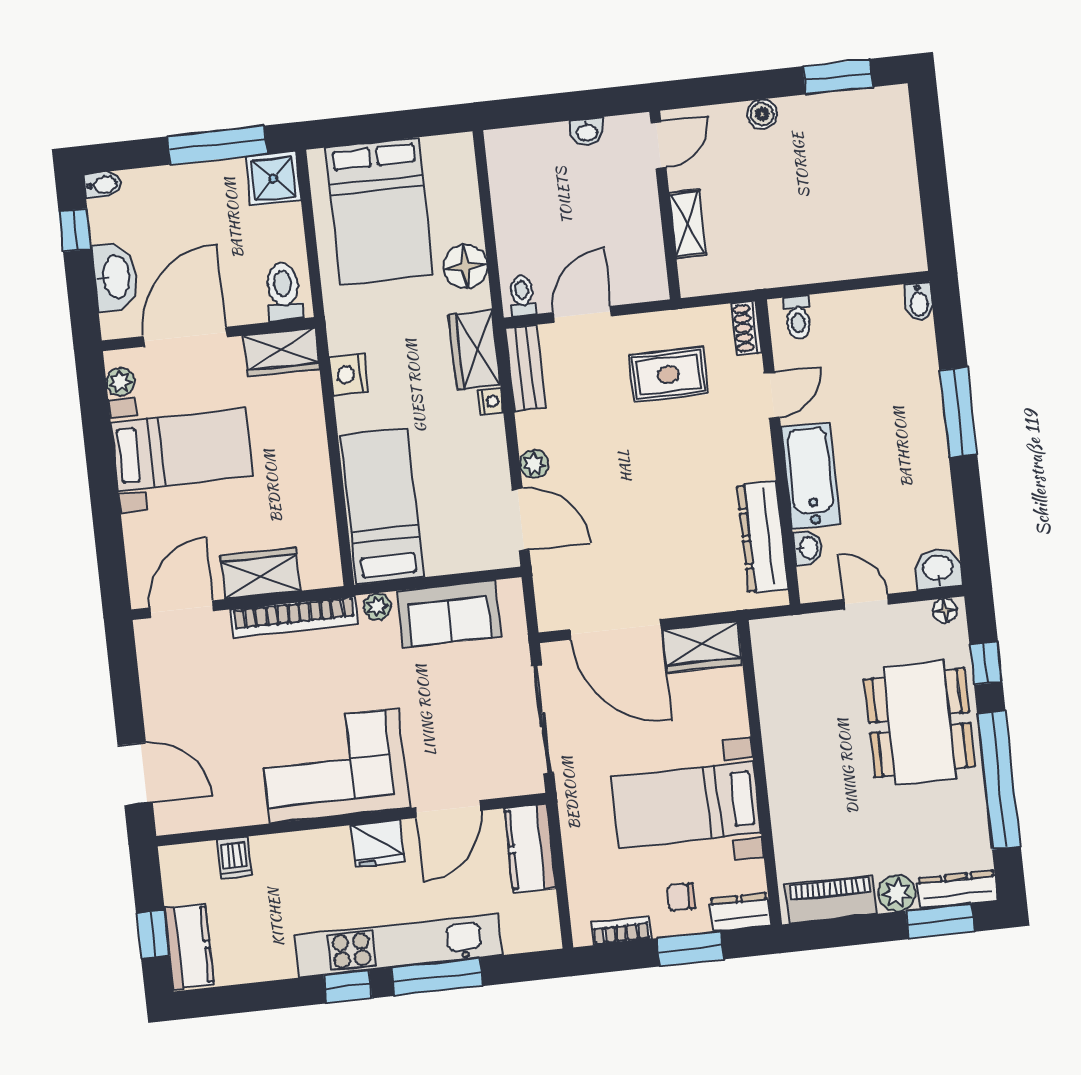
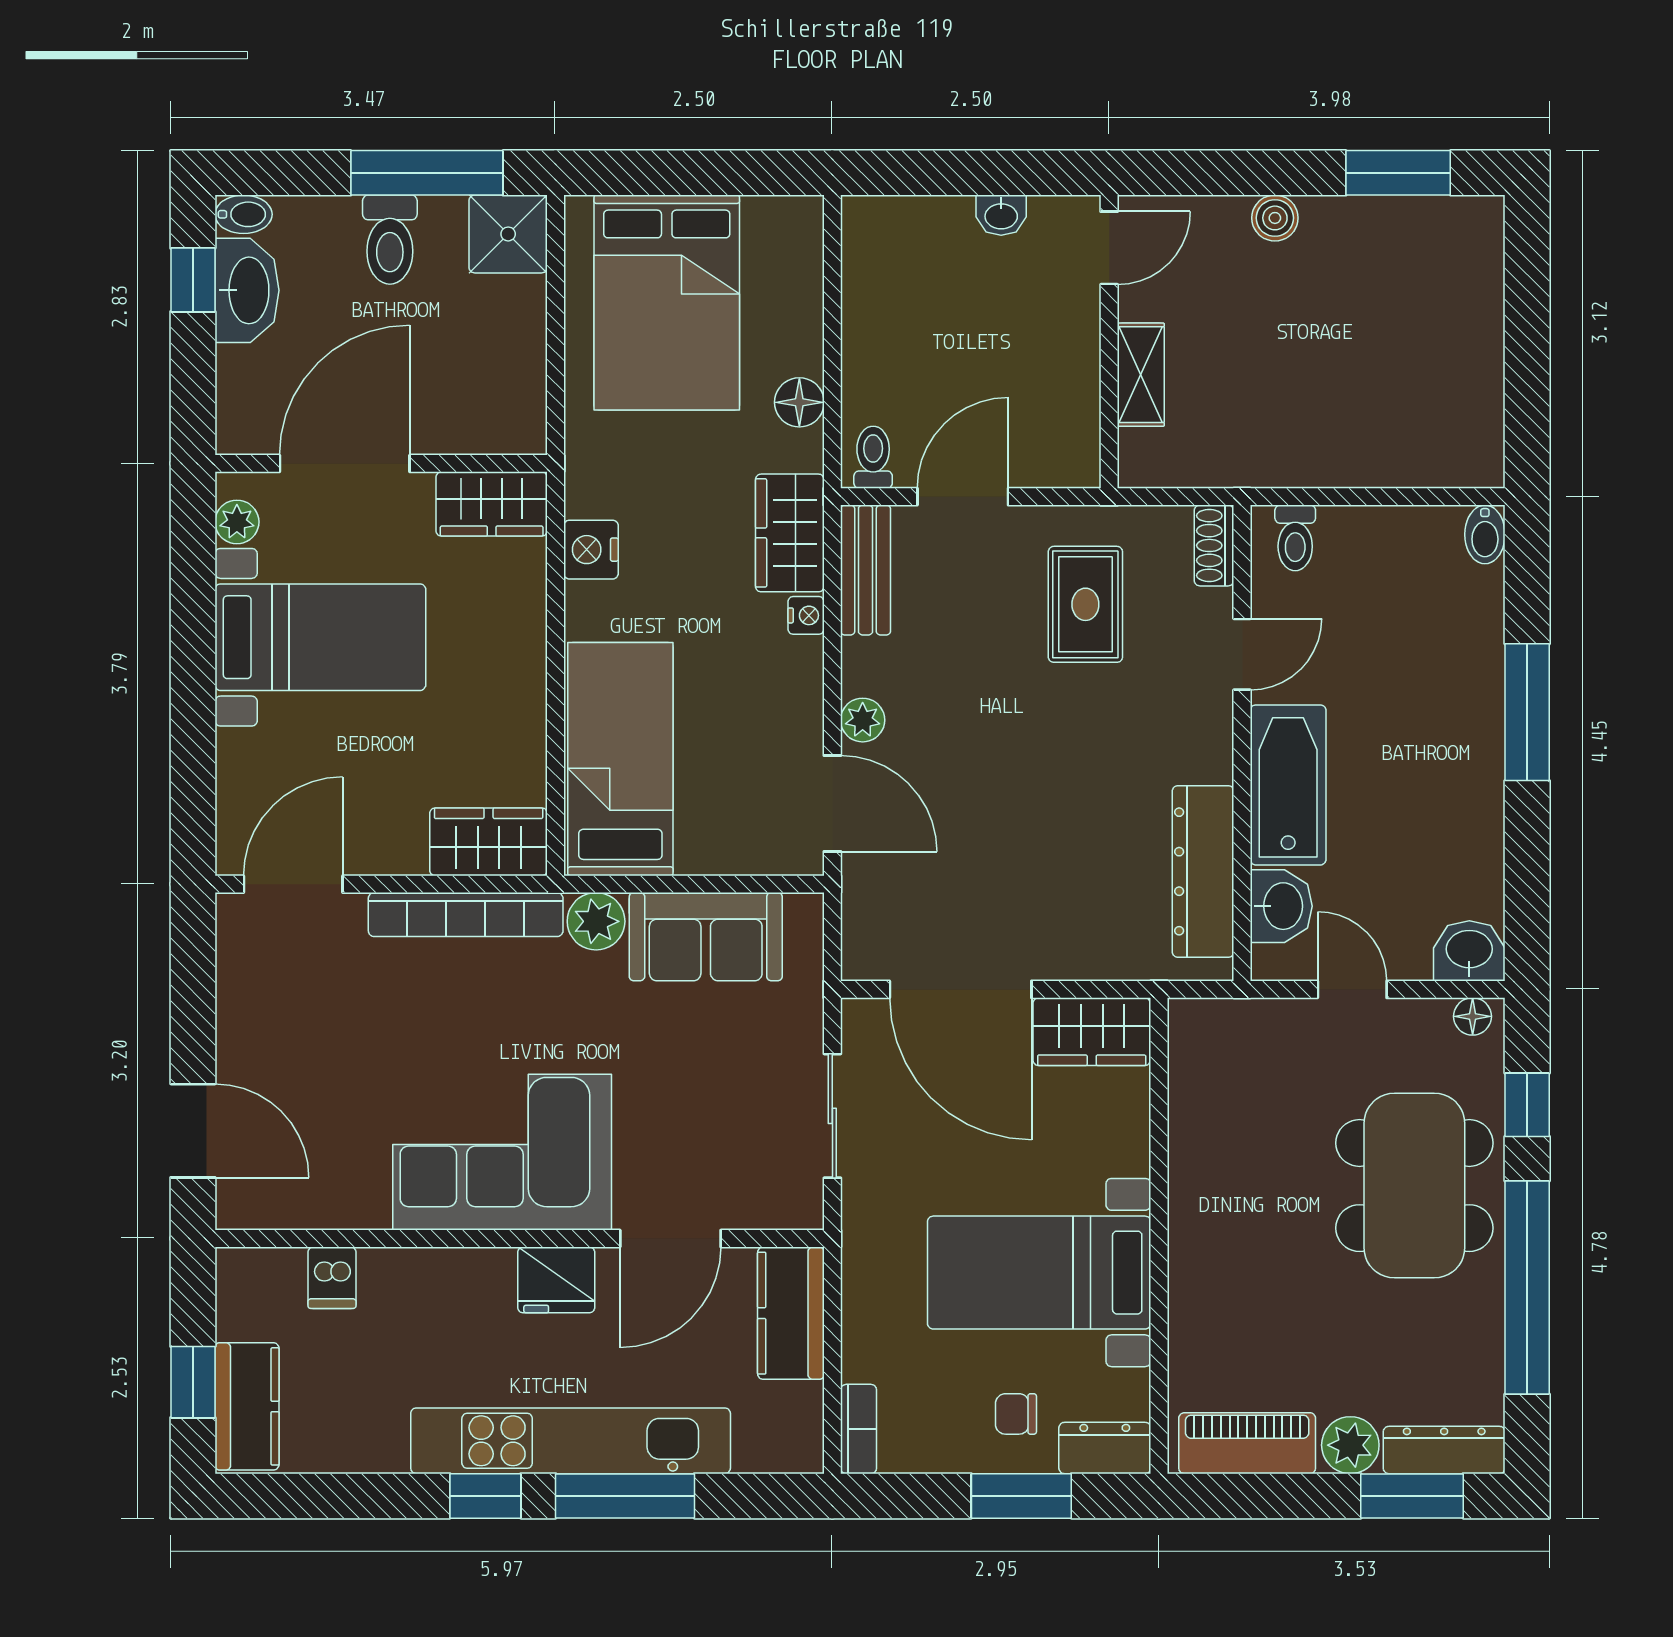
floor lamp: (465, 266) -> (799, 402), width x0.73, depth x0.73
washbasin: (115, 277) -> (247, 290), moved
toilet: (283, 292) -> (390, 240), moved, turned 180
rug: (668, 374) -> (1085, 604), turned 90
washbasin: (808, 548) -> (1281, 906), width x1.38, depth x1.45
wardrobe: (260, 573) -> (489, 842), moved
plant: (377, 607) -> (596, 921), width x1.38, depth x1.38
sliding door: (543, 719) -> (832, 1116), width x0.73
bookcase: (621, 931) -> (859, 1429), moved, turned 90

